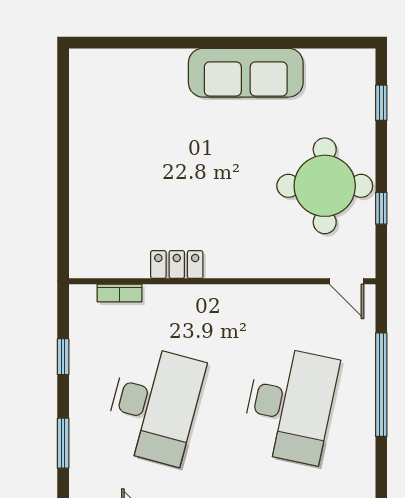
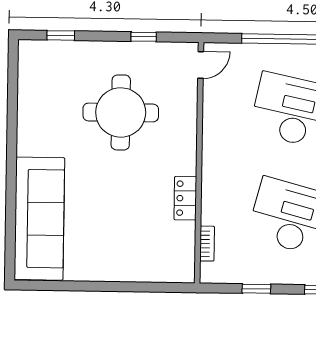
sofa: (246, 73) -> (39, 219), moved, width x1.36, depth x1.27
round table: (325, 186) -> (121, 112), moved

